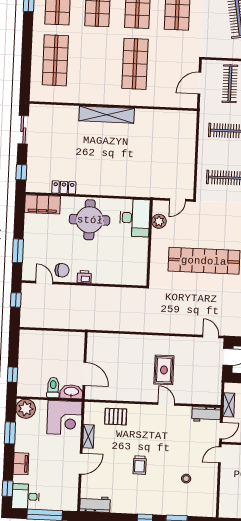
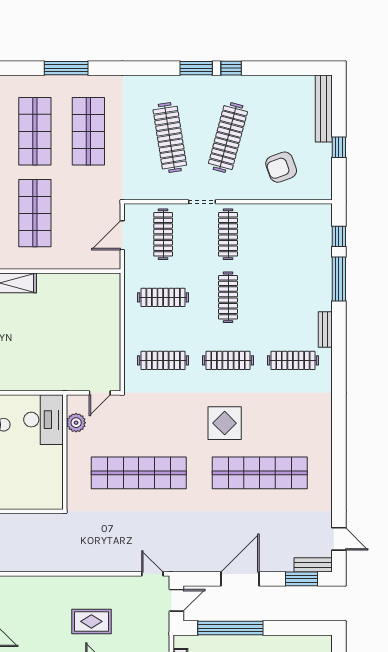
rug: (164, 370) -> (91, 621), turned 90

